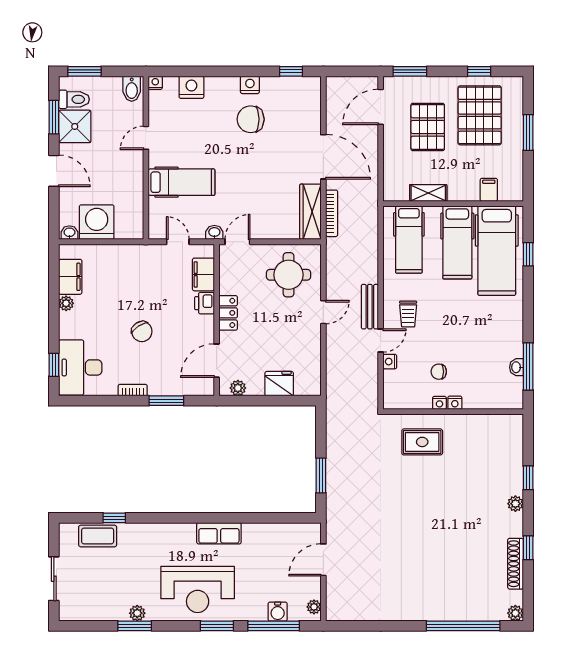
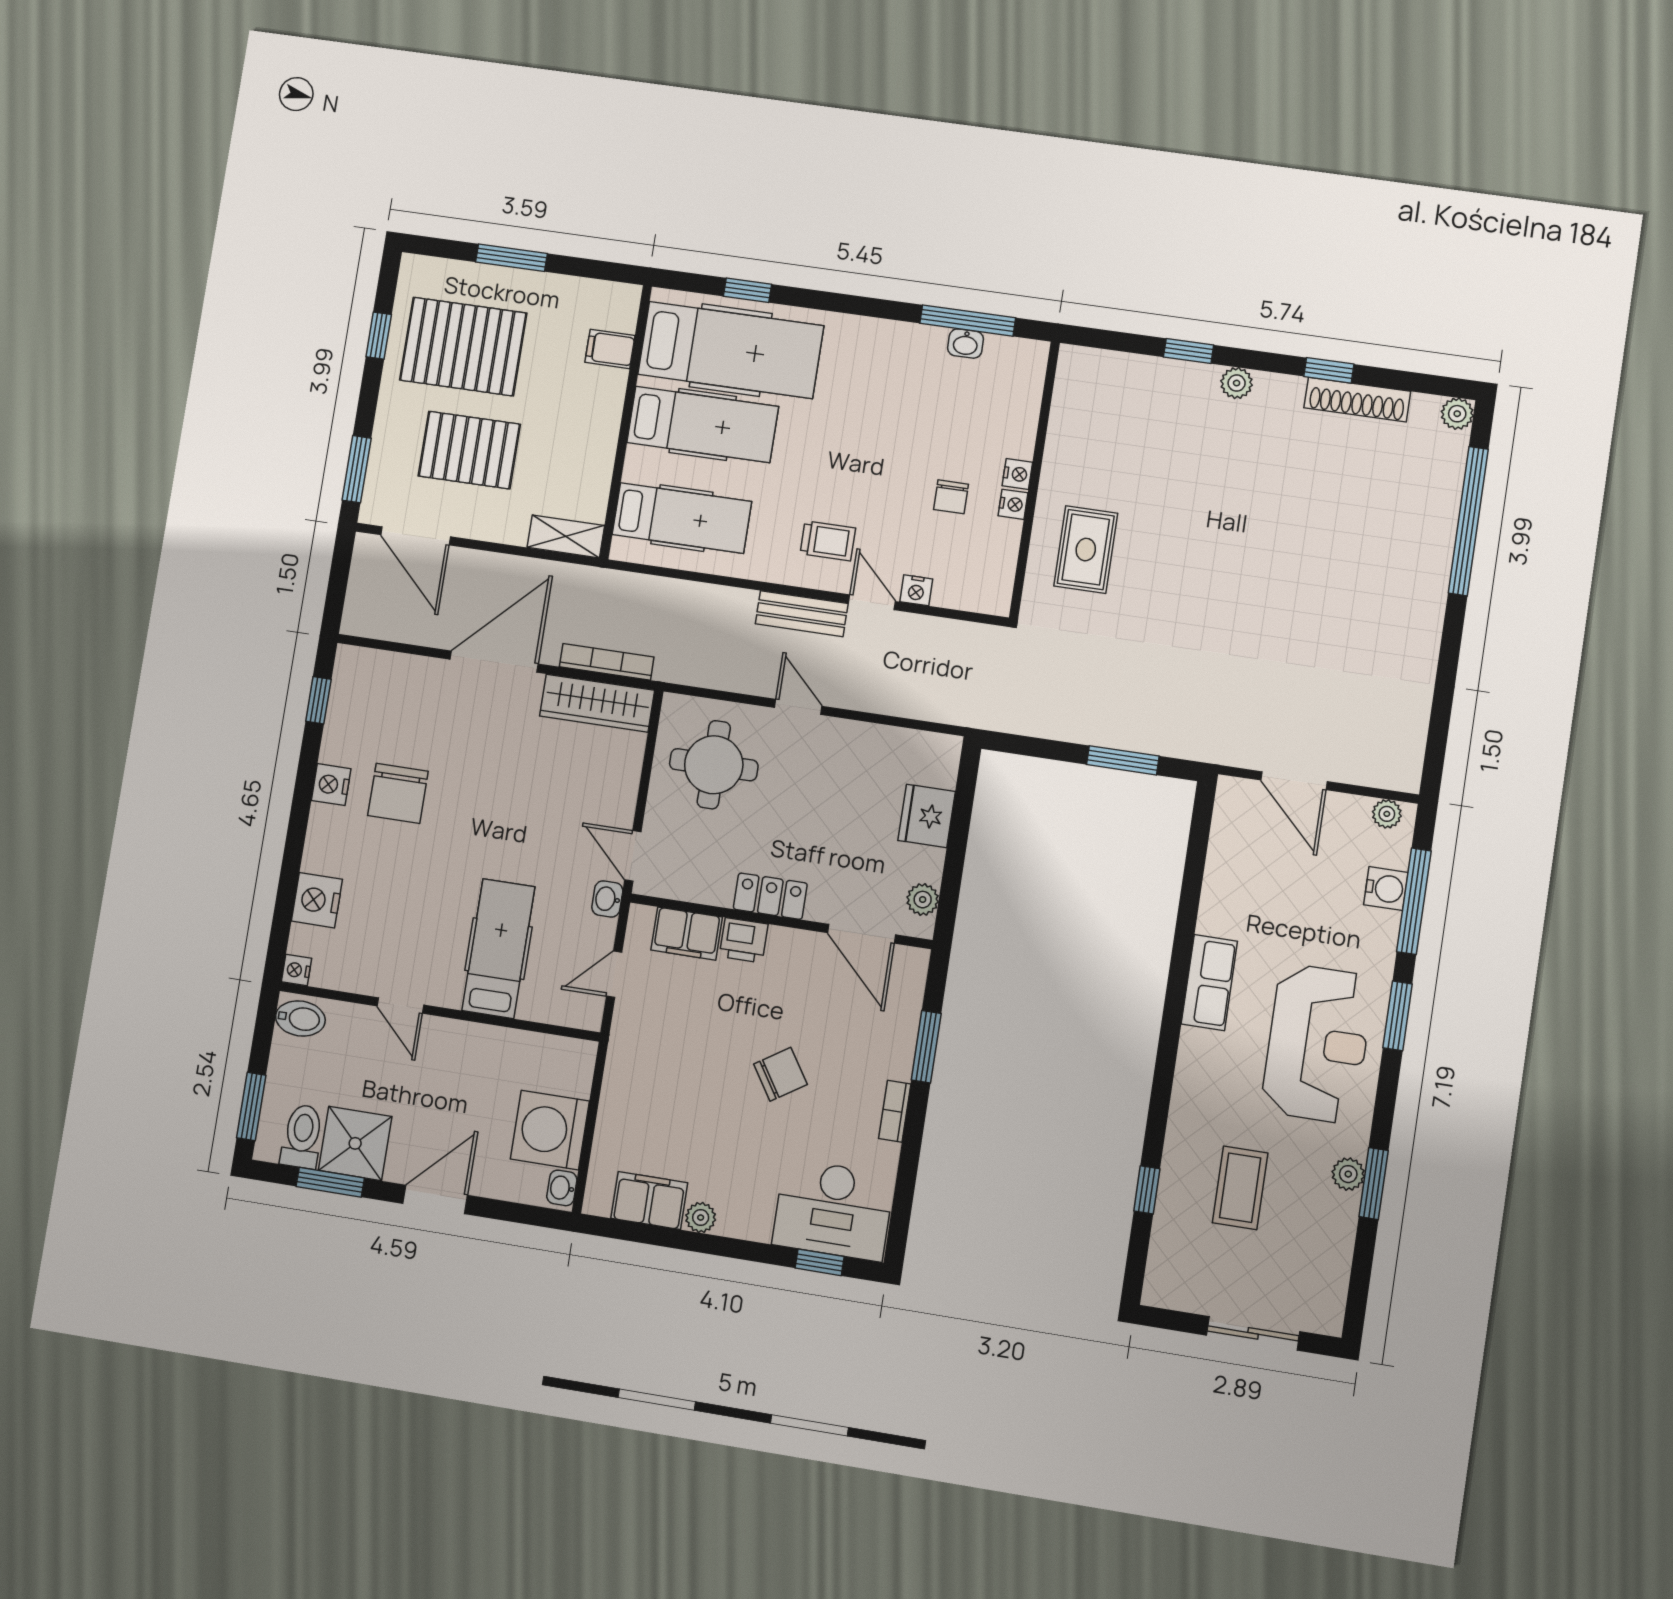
shelving: (428, 193) -> (566, 536), moved, turned 90
coffee table: (98, 536) -> (1240, 1188), moved

